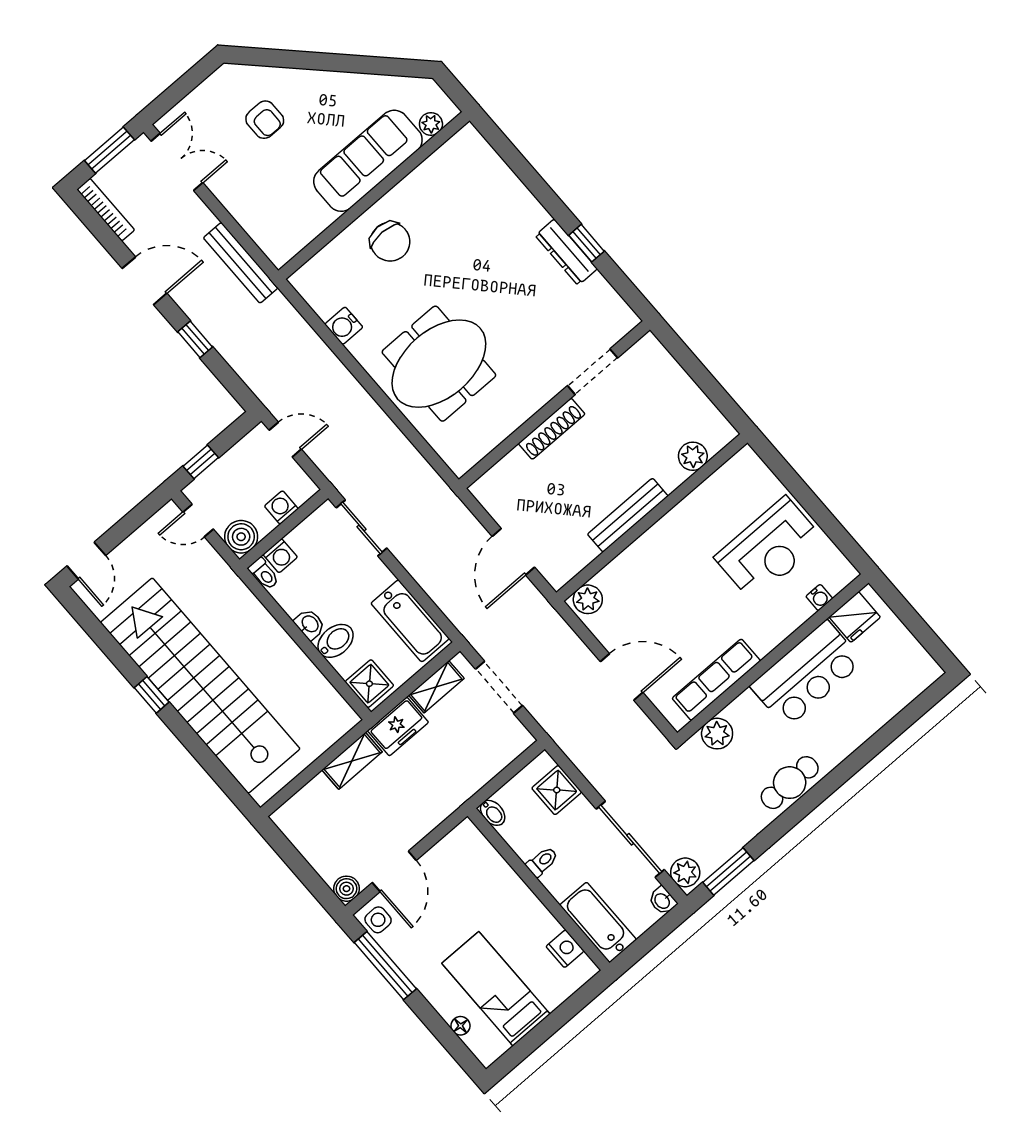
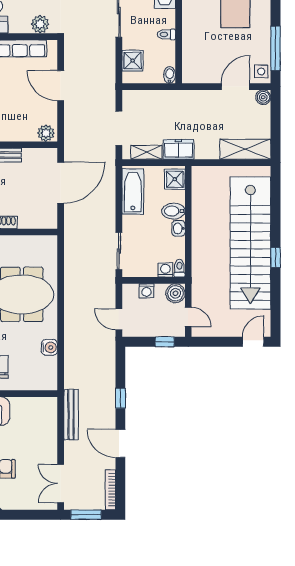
door: (513, 552) -> (61, 183), width x1.36
shelving: (352, 761) -> (245, 149), moved, width x1.50, depth x1.33

